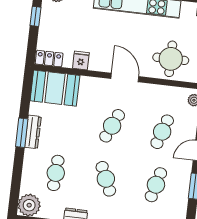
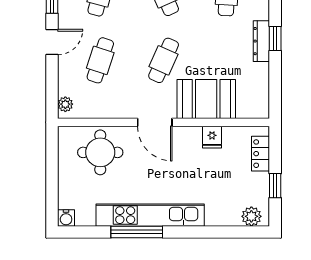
locker: (49, 59) -> (261, 154), moved, turned 90
booth: (55, 88) -> (206, 99), moved
window: (22, 133) -> (275, 39), width x0.67

